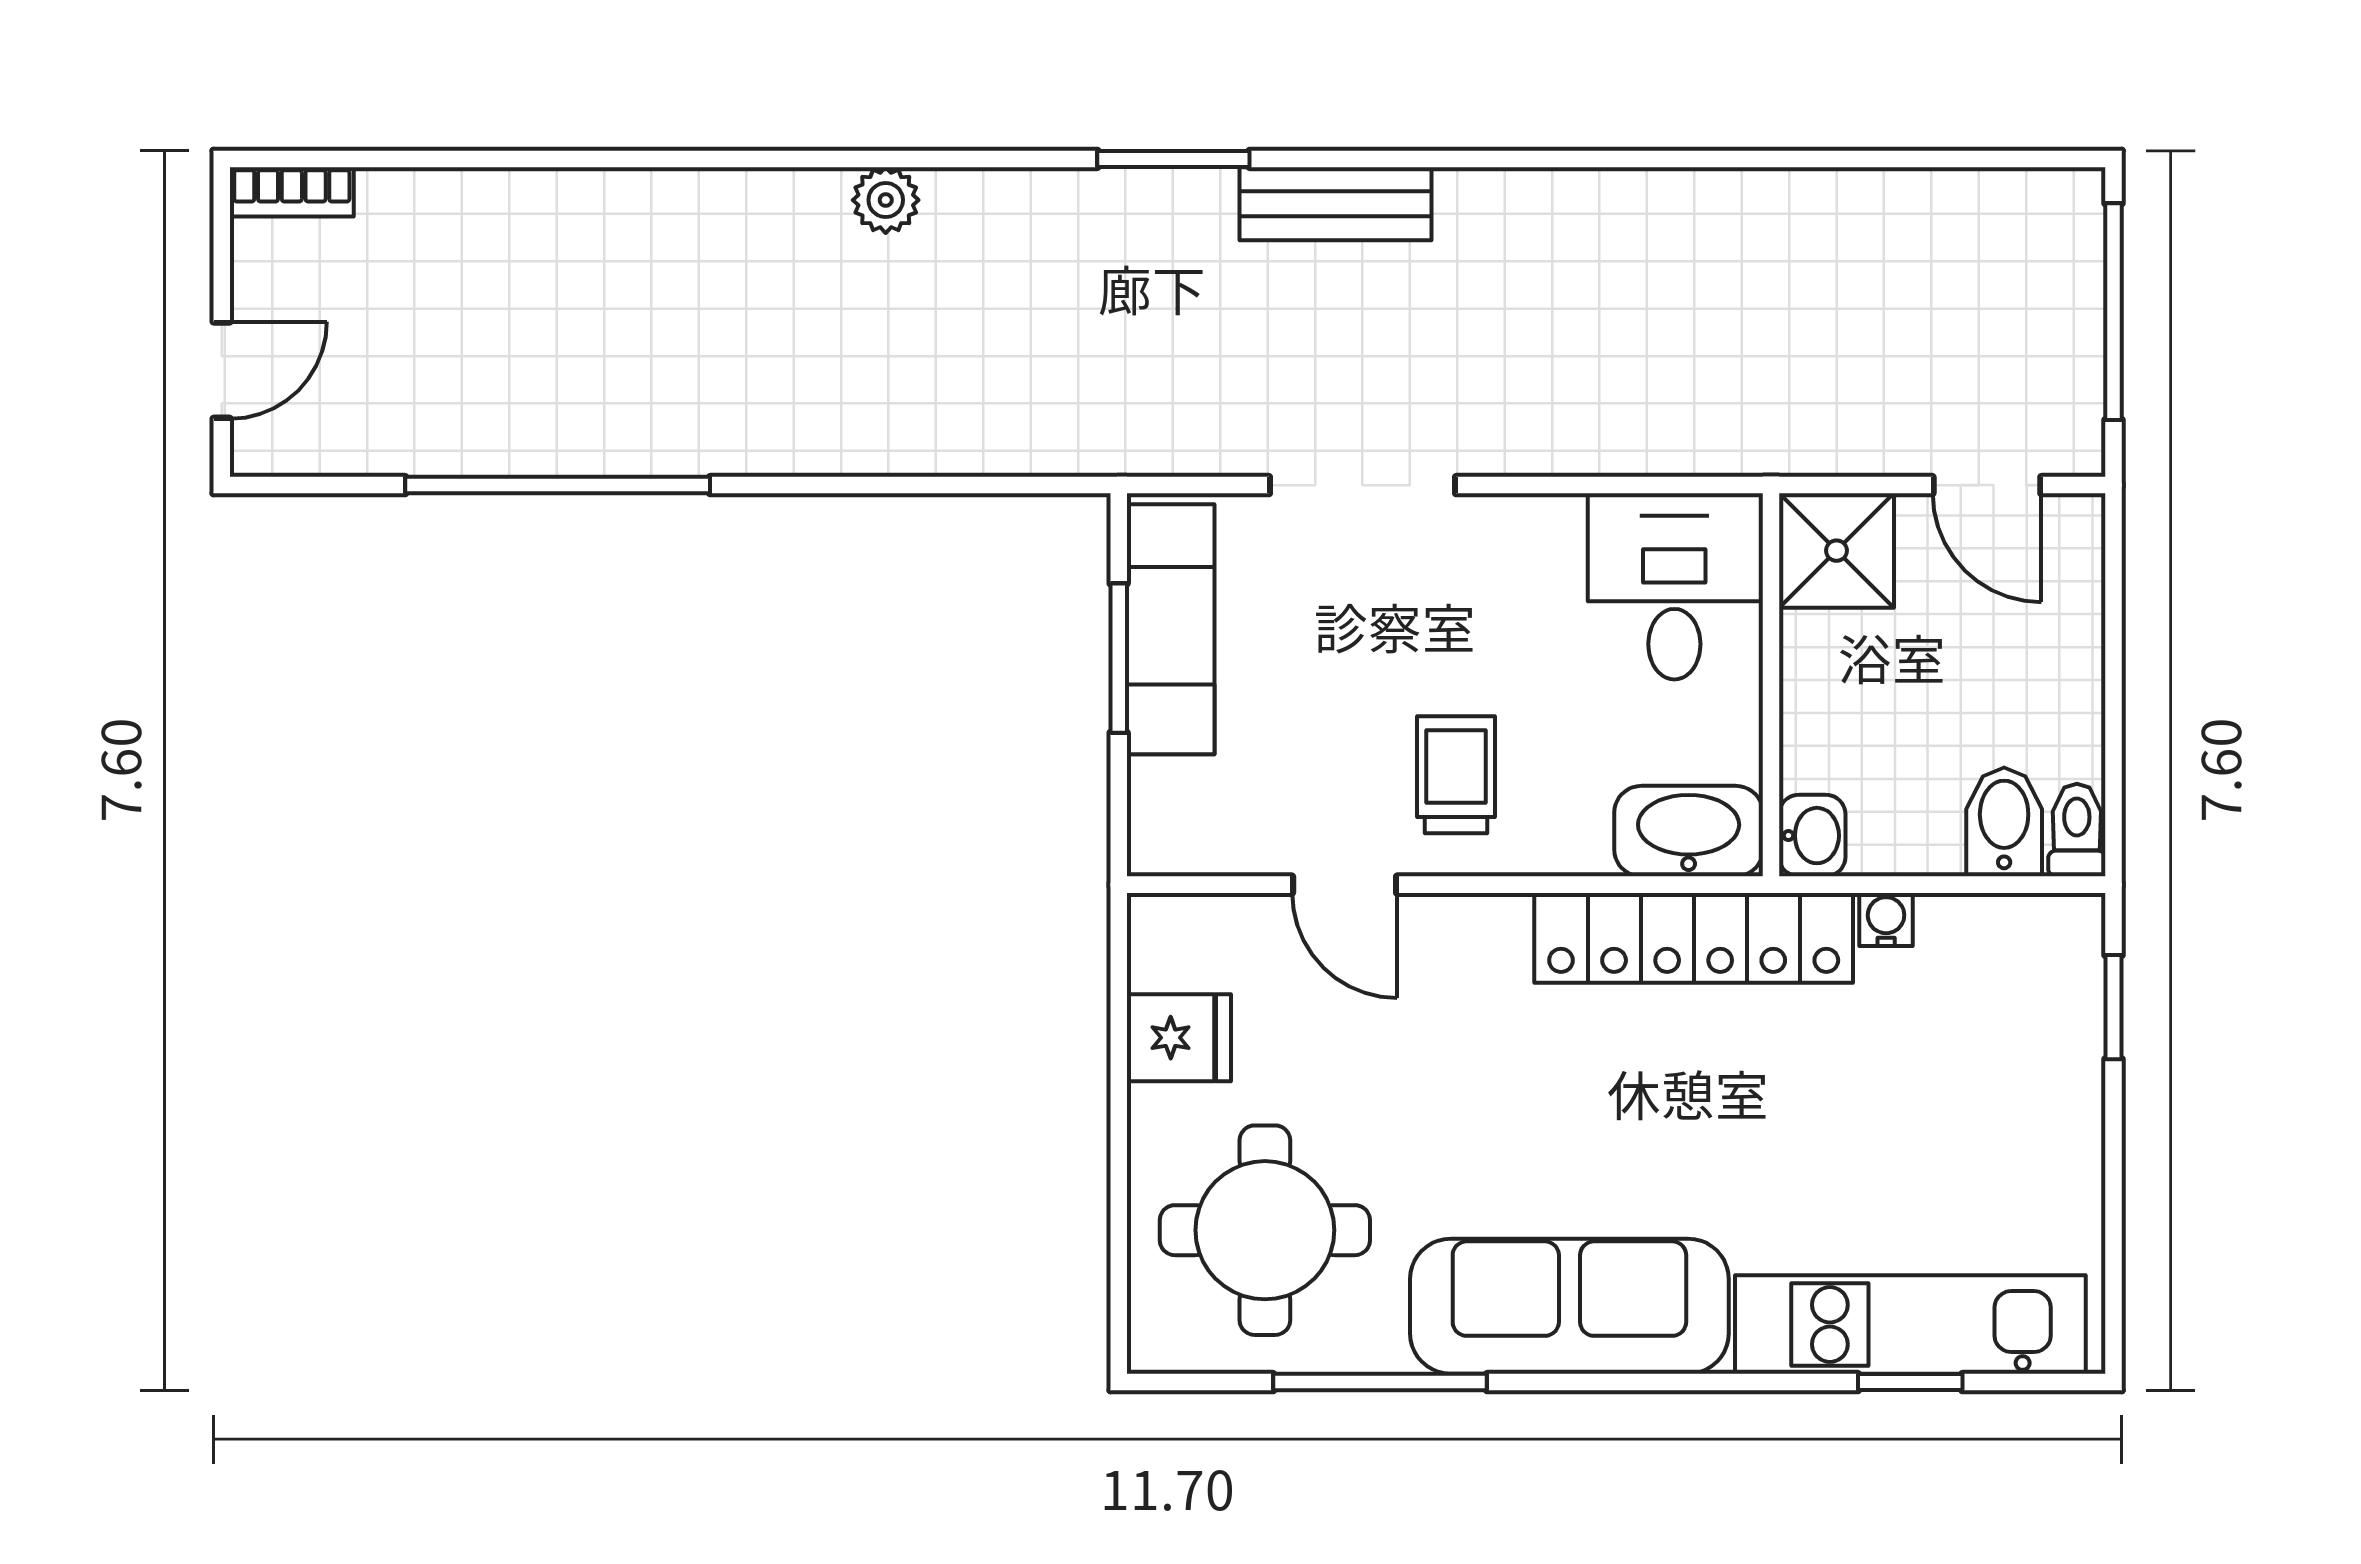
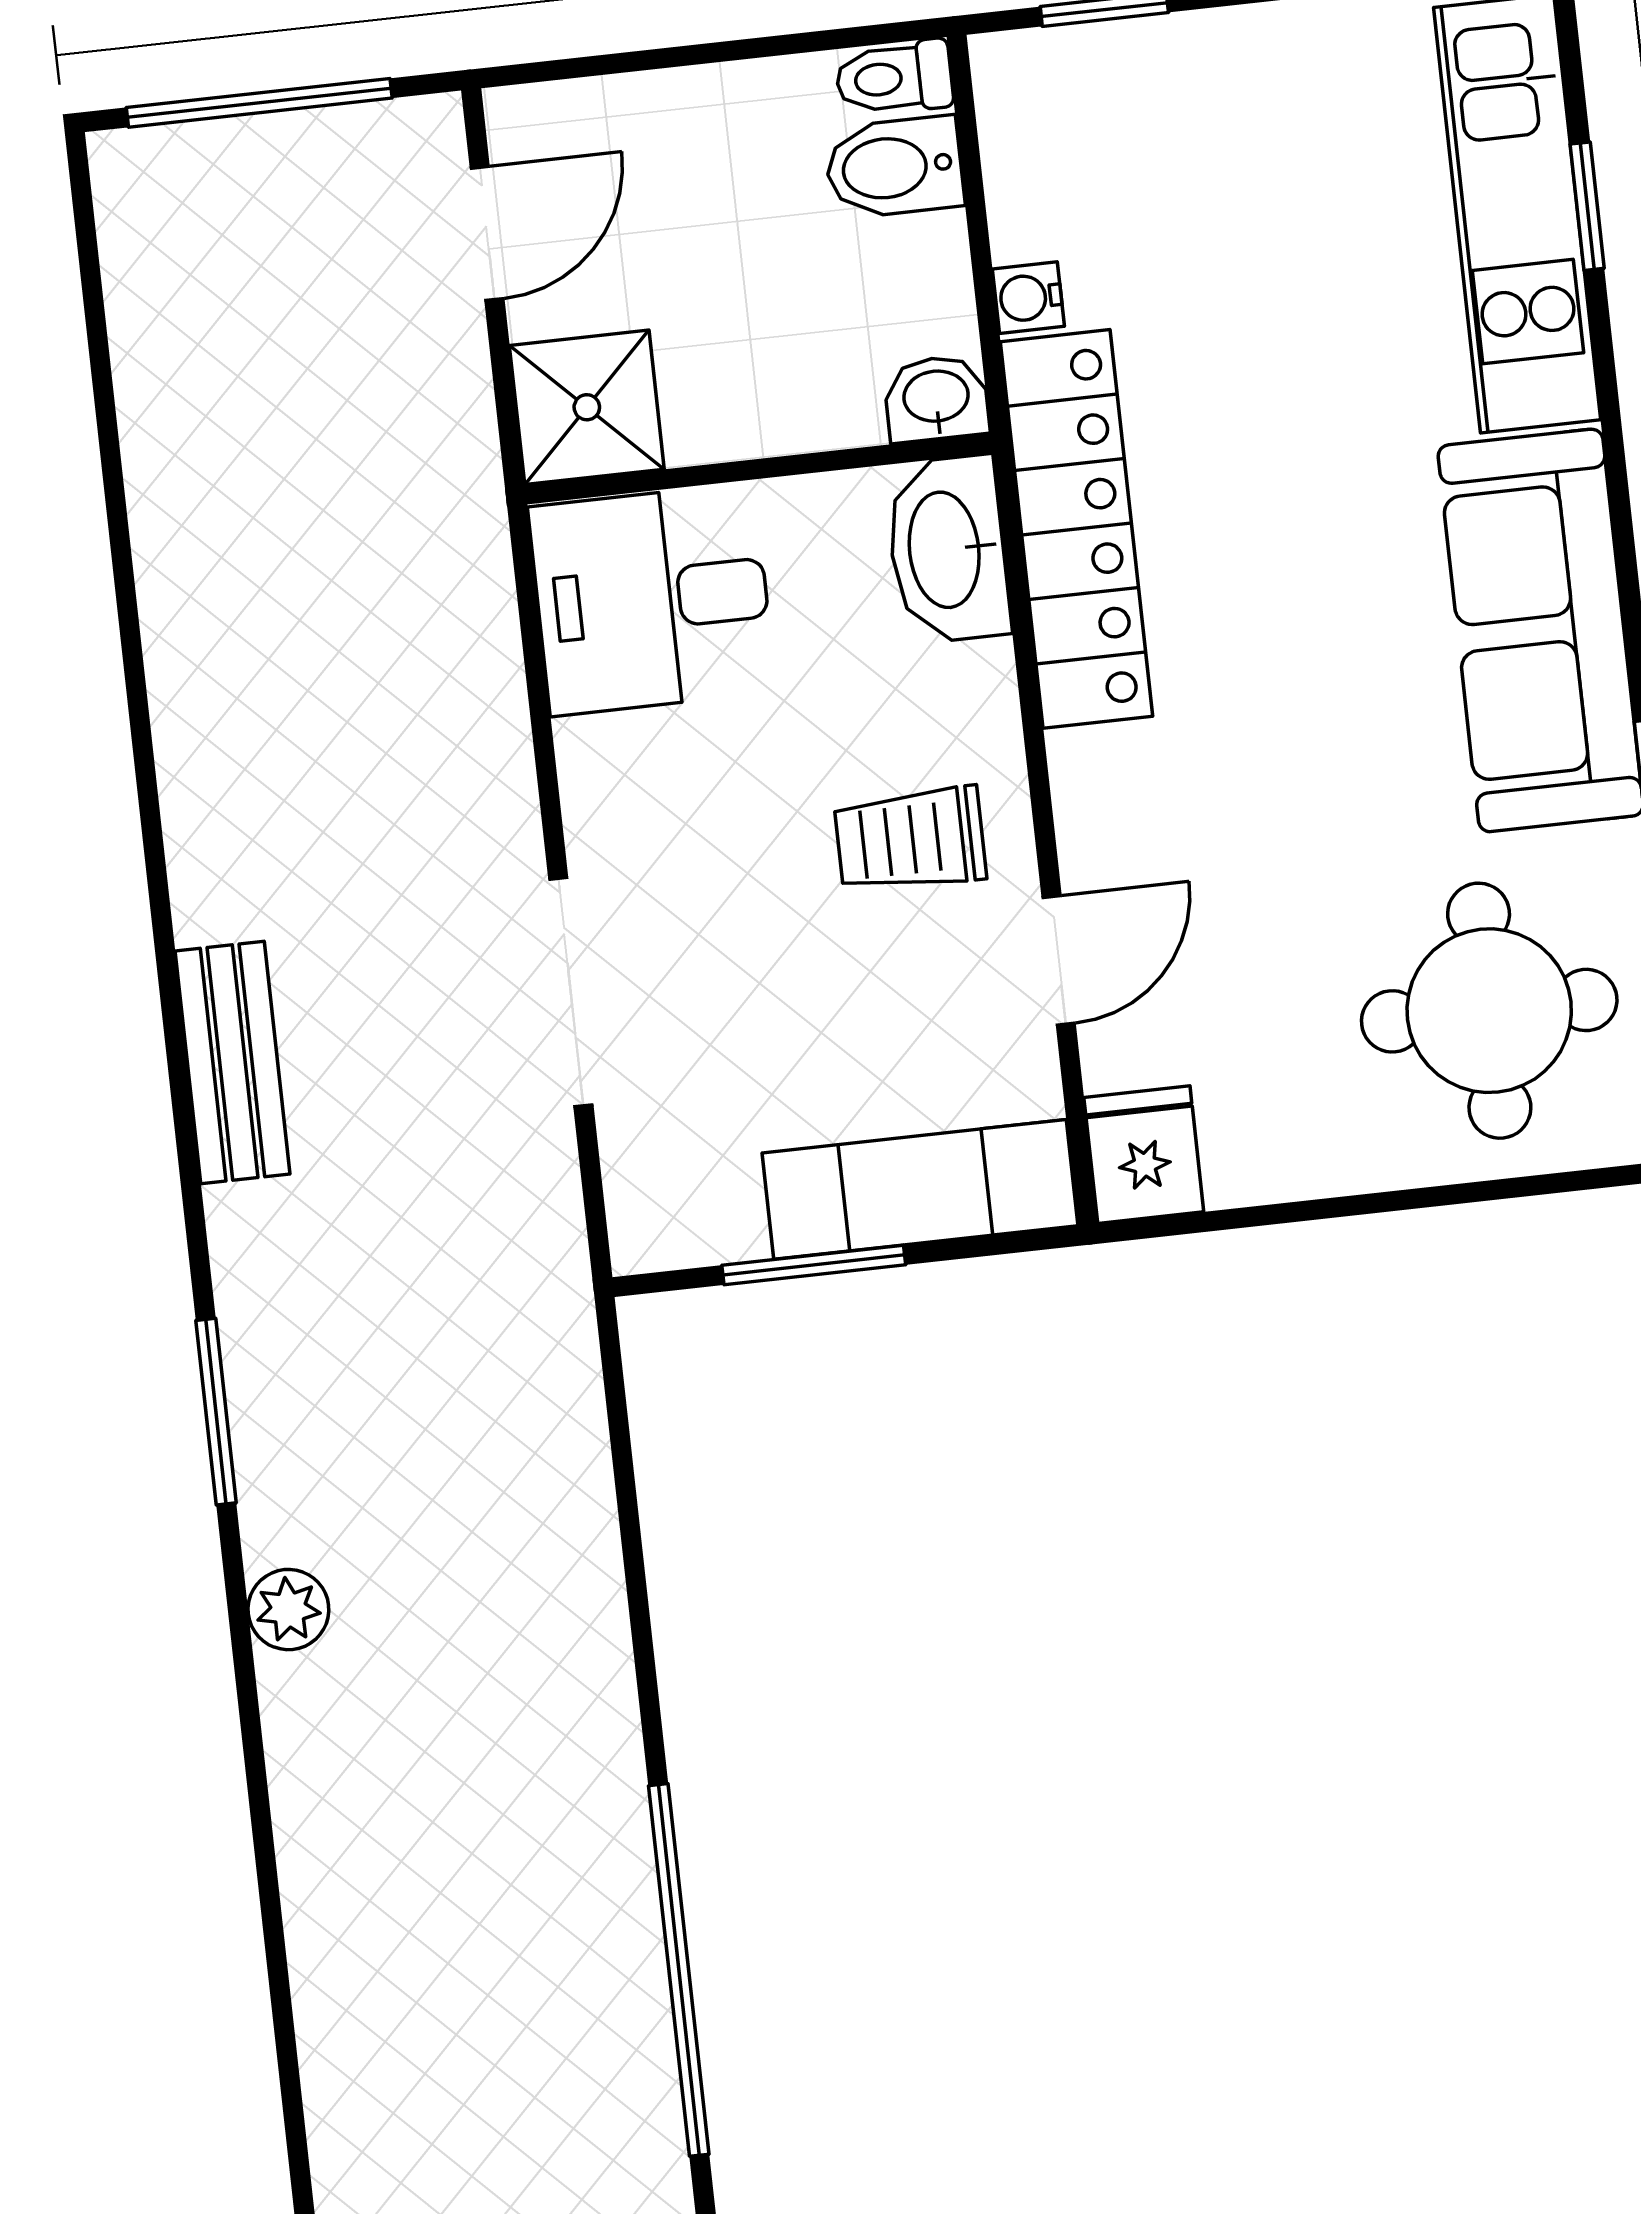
window: (1173, 159) -> (216, 1412), moved
exam couch: (1171, 629) -> (920, 1189), moved
fridge: (1179, 1038) -> (1144, 1155), moved

